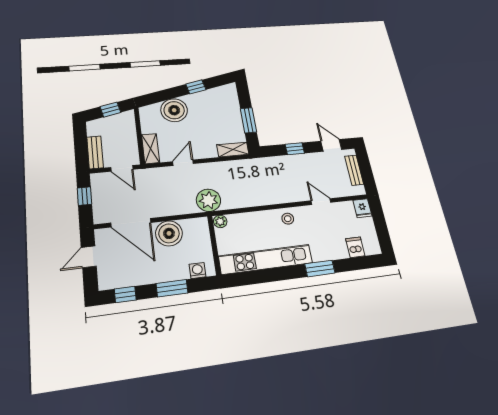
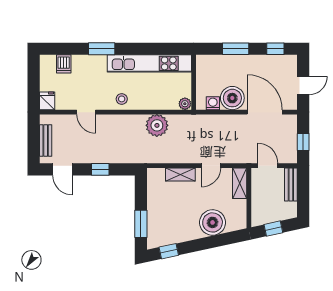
window: (196, 87) -> (169, 251), moved
window: (248, 120) -> (141, 224), moved
shelving: (233, 150) -> (180, 175), moved
plant: (209, 200) -> (157, 125), moved
washing machine: (197, 271) -> (213, 103), moved, turned 180

